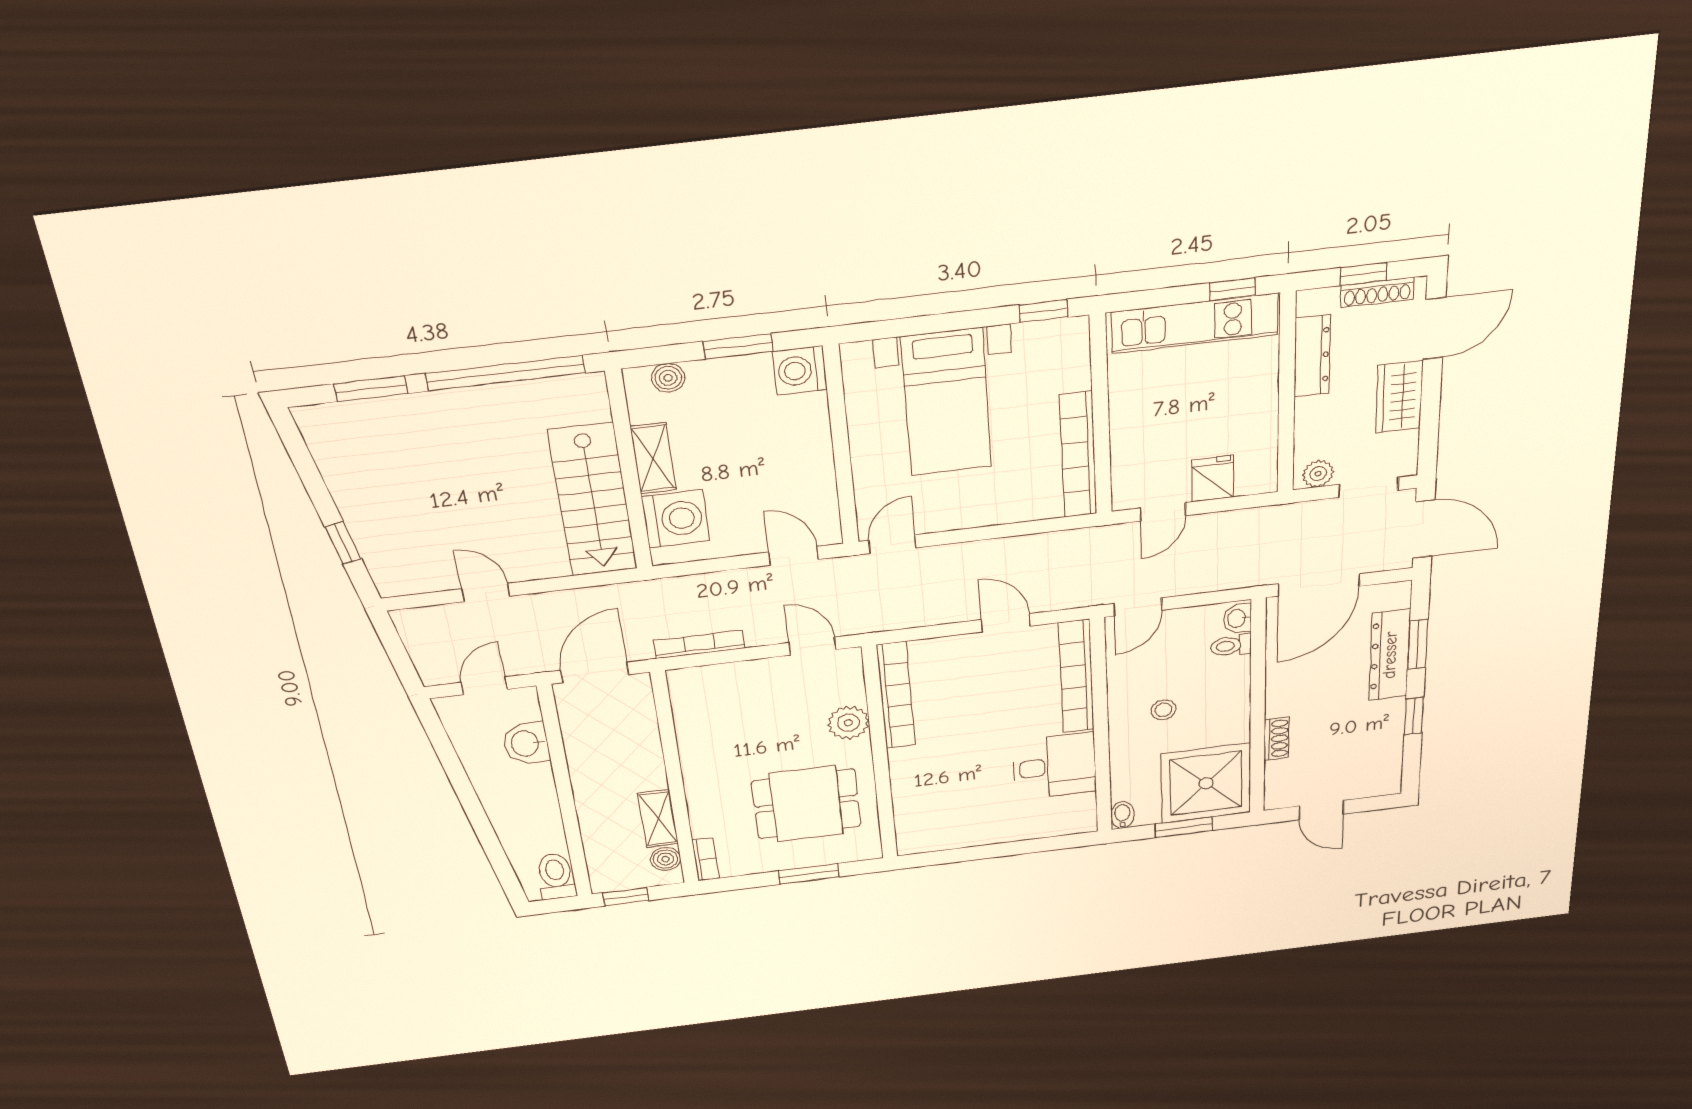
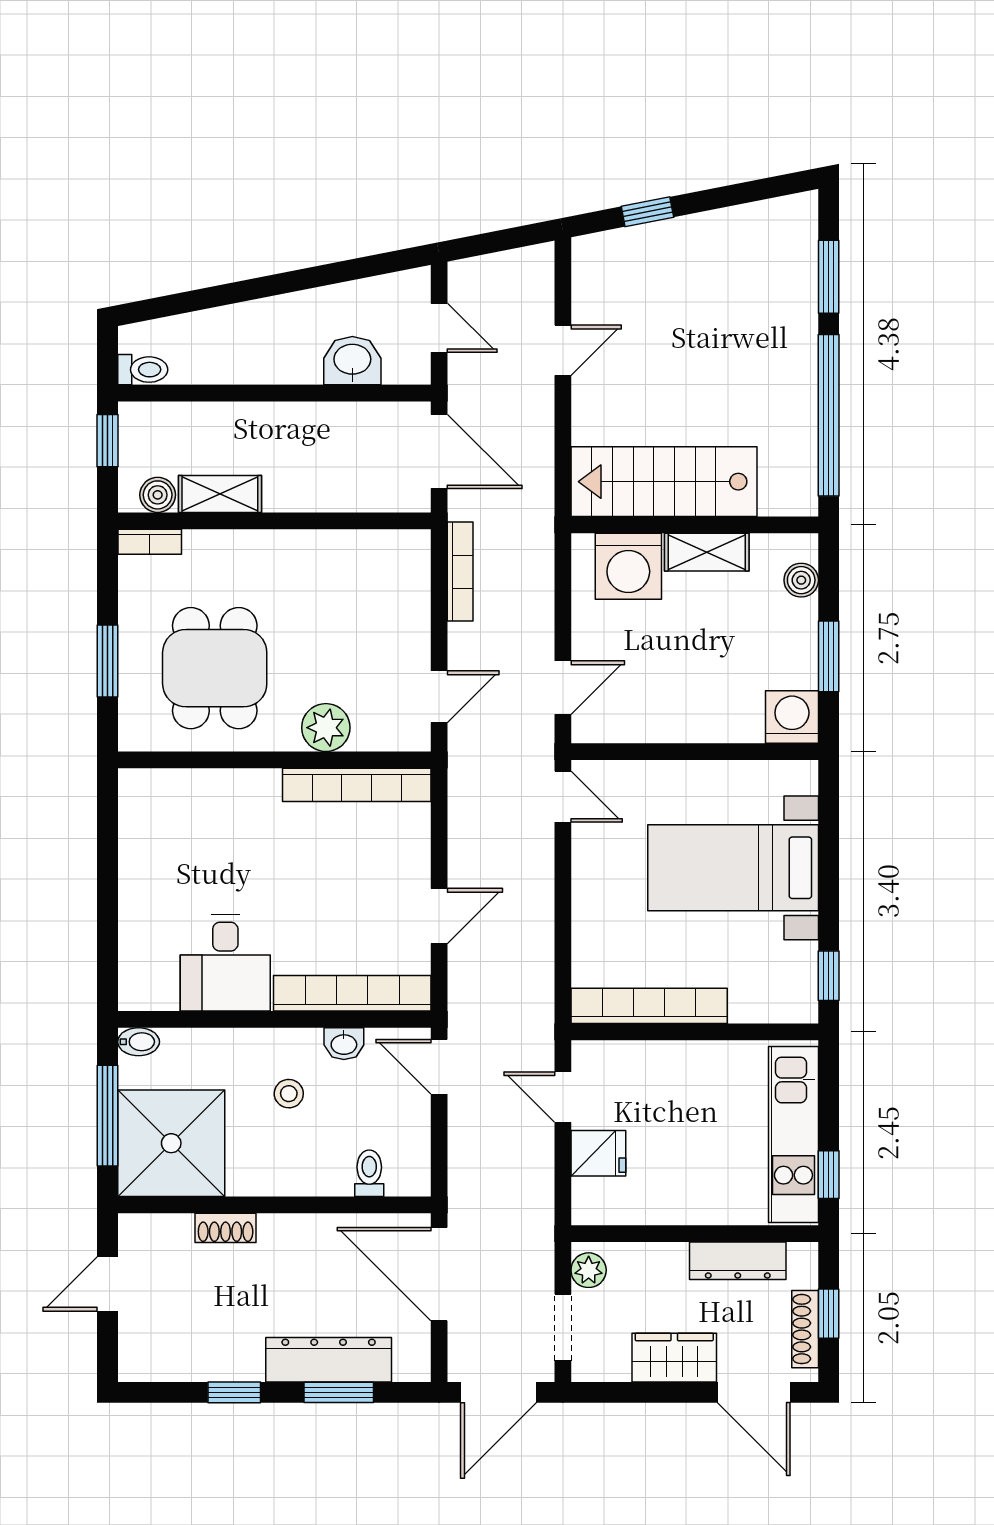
washbasin: (1237, 618) -> (344, 1044), moved, turned 180
window: (1184, 827) -> (107, 1116), width x1.44
toilet: (556, 876) -> (143, 370), width x0.73, depth x0.72

